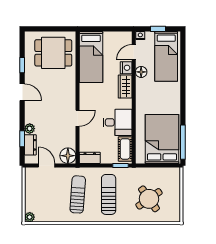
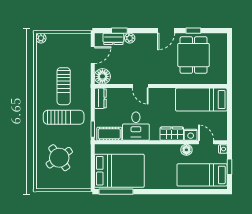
dining table: (53, 53) -> (194, 55), moved
sun lounger: (78, 194) -> (64, 86), turned 86

